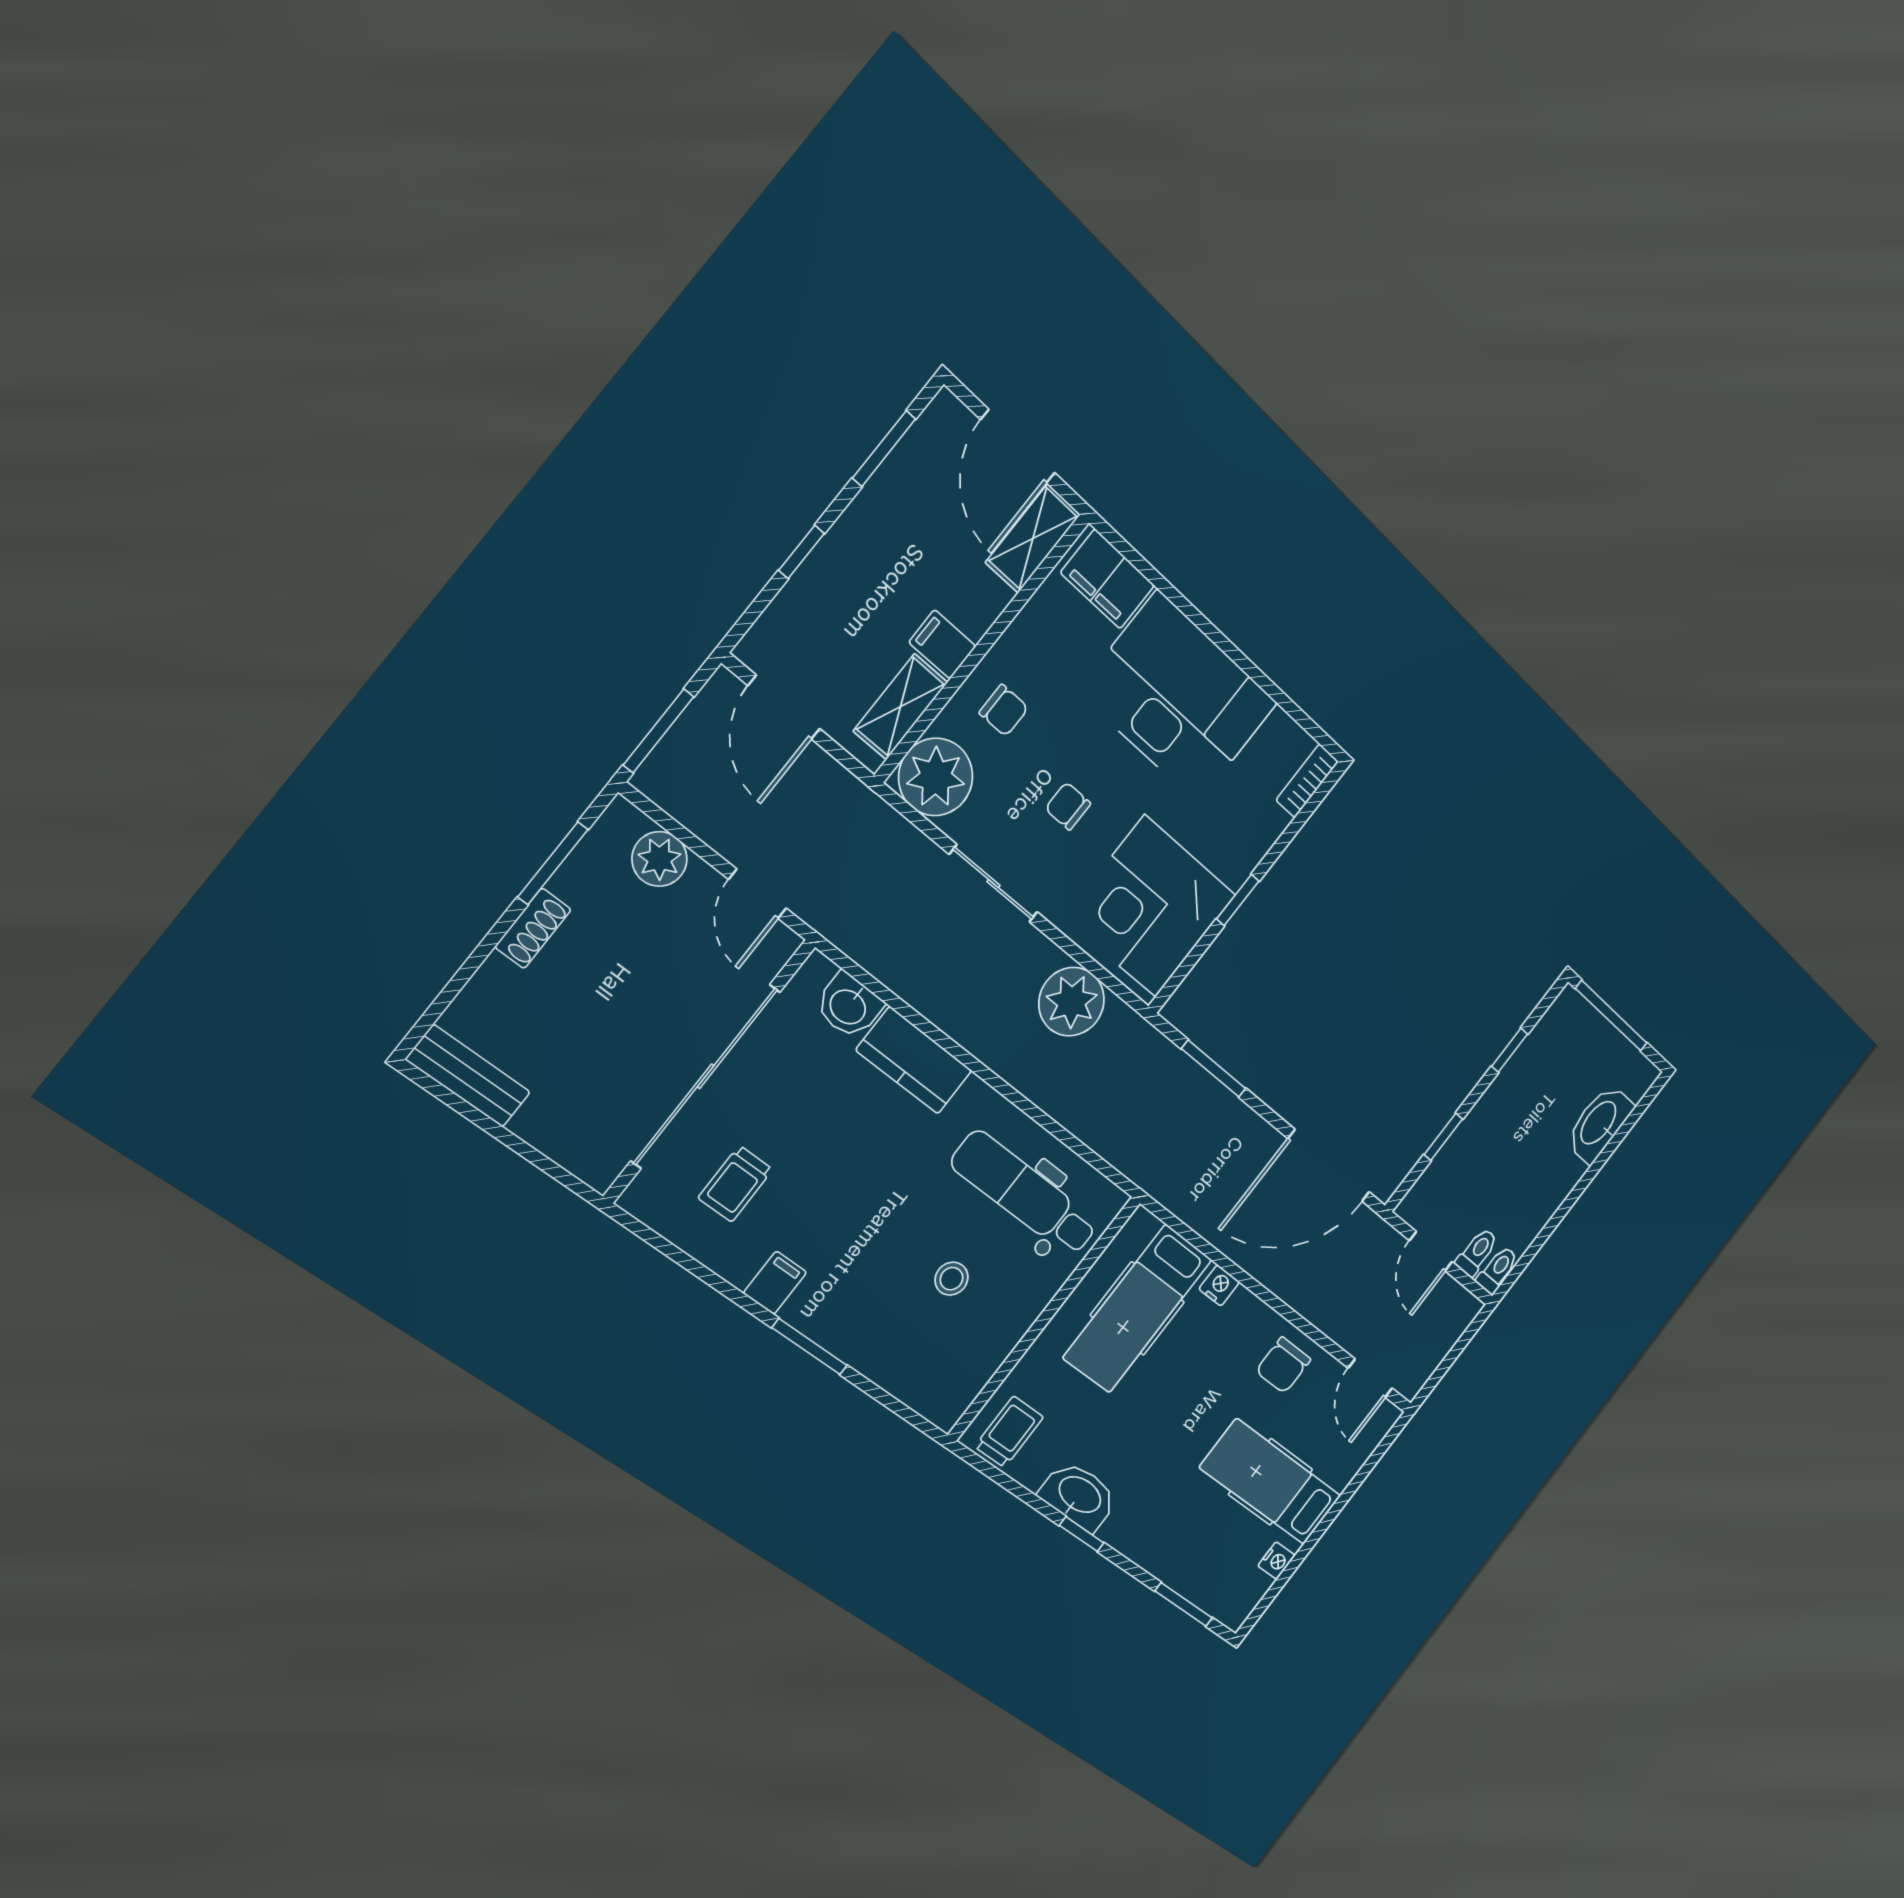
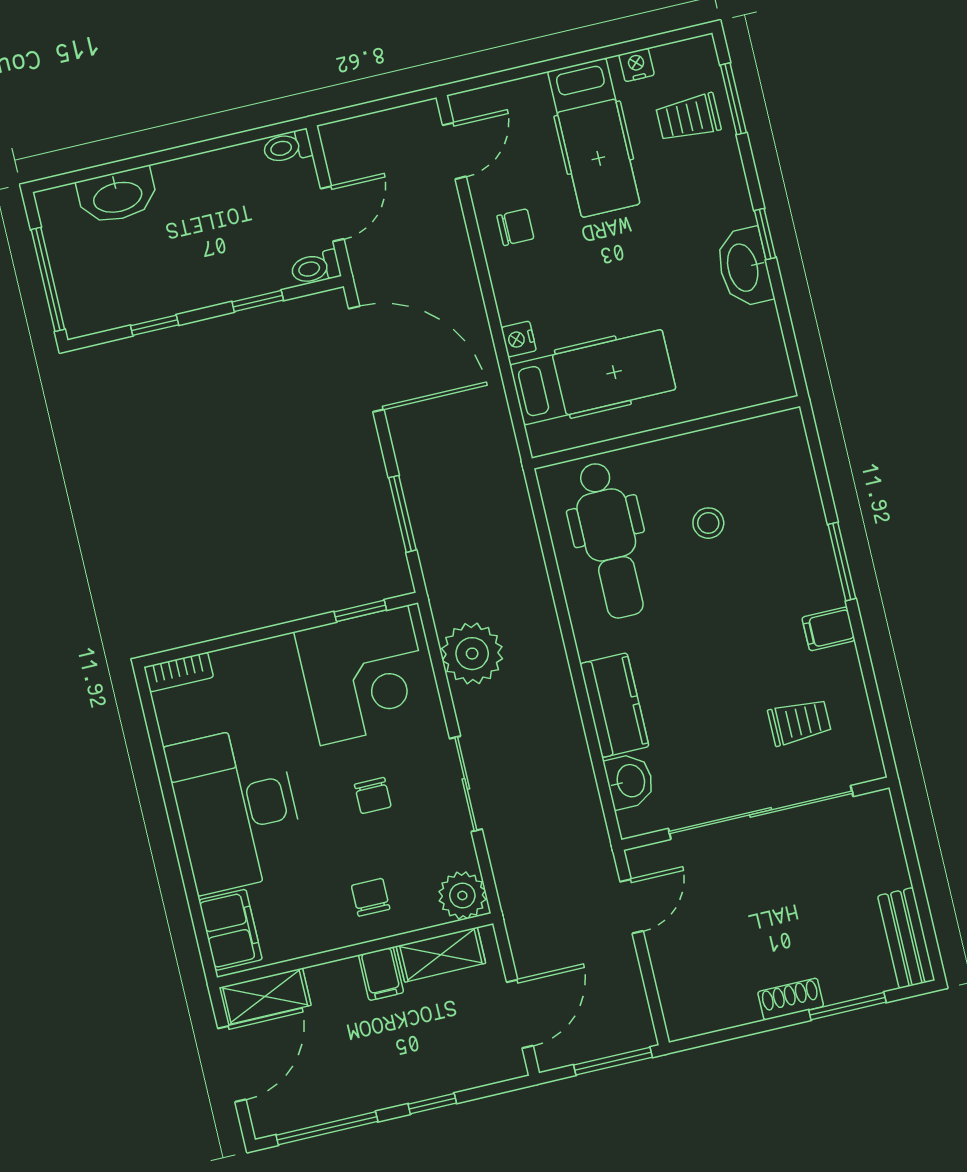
window: (884, 449) -> (327, 1128), width x1.44
plant: (936, 777) -> (462, 896), width x0.73, depth x0.73
plant: (659, 859) -> (677, 980), removed
window: (553, 863) -> (847, 1006), moved
window: (1238, 900) -> (360, 611), moved
toilet: (1477, 1252) -> (316, 268), moved
chair: (1283, 1365) -> (515, 227), width x0.73, depth x0.73
trolley: (1009, 1432) -> (688, 118), moved

